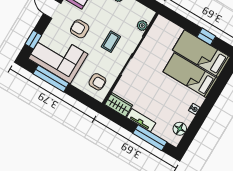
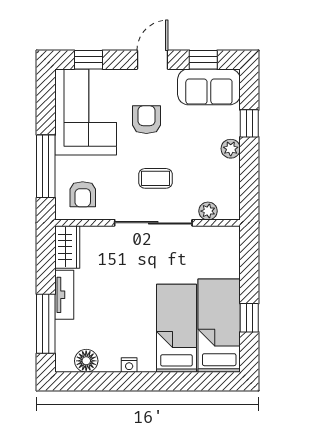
window: (51, 78) -> (46, 166), moved

